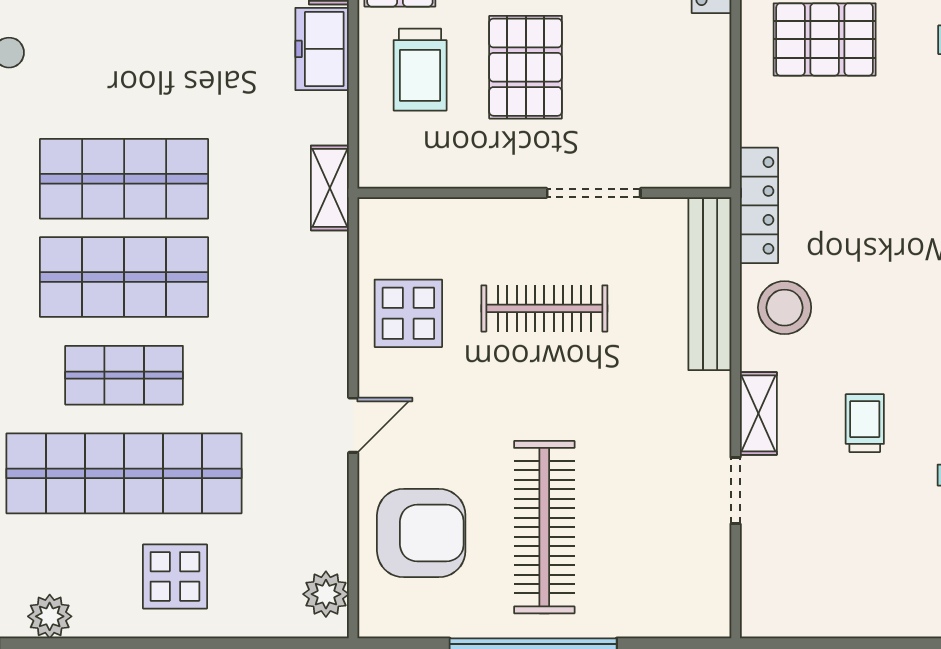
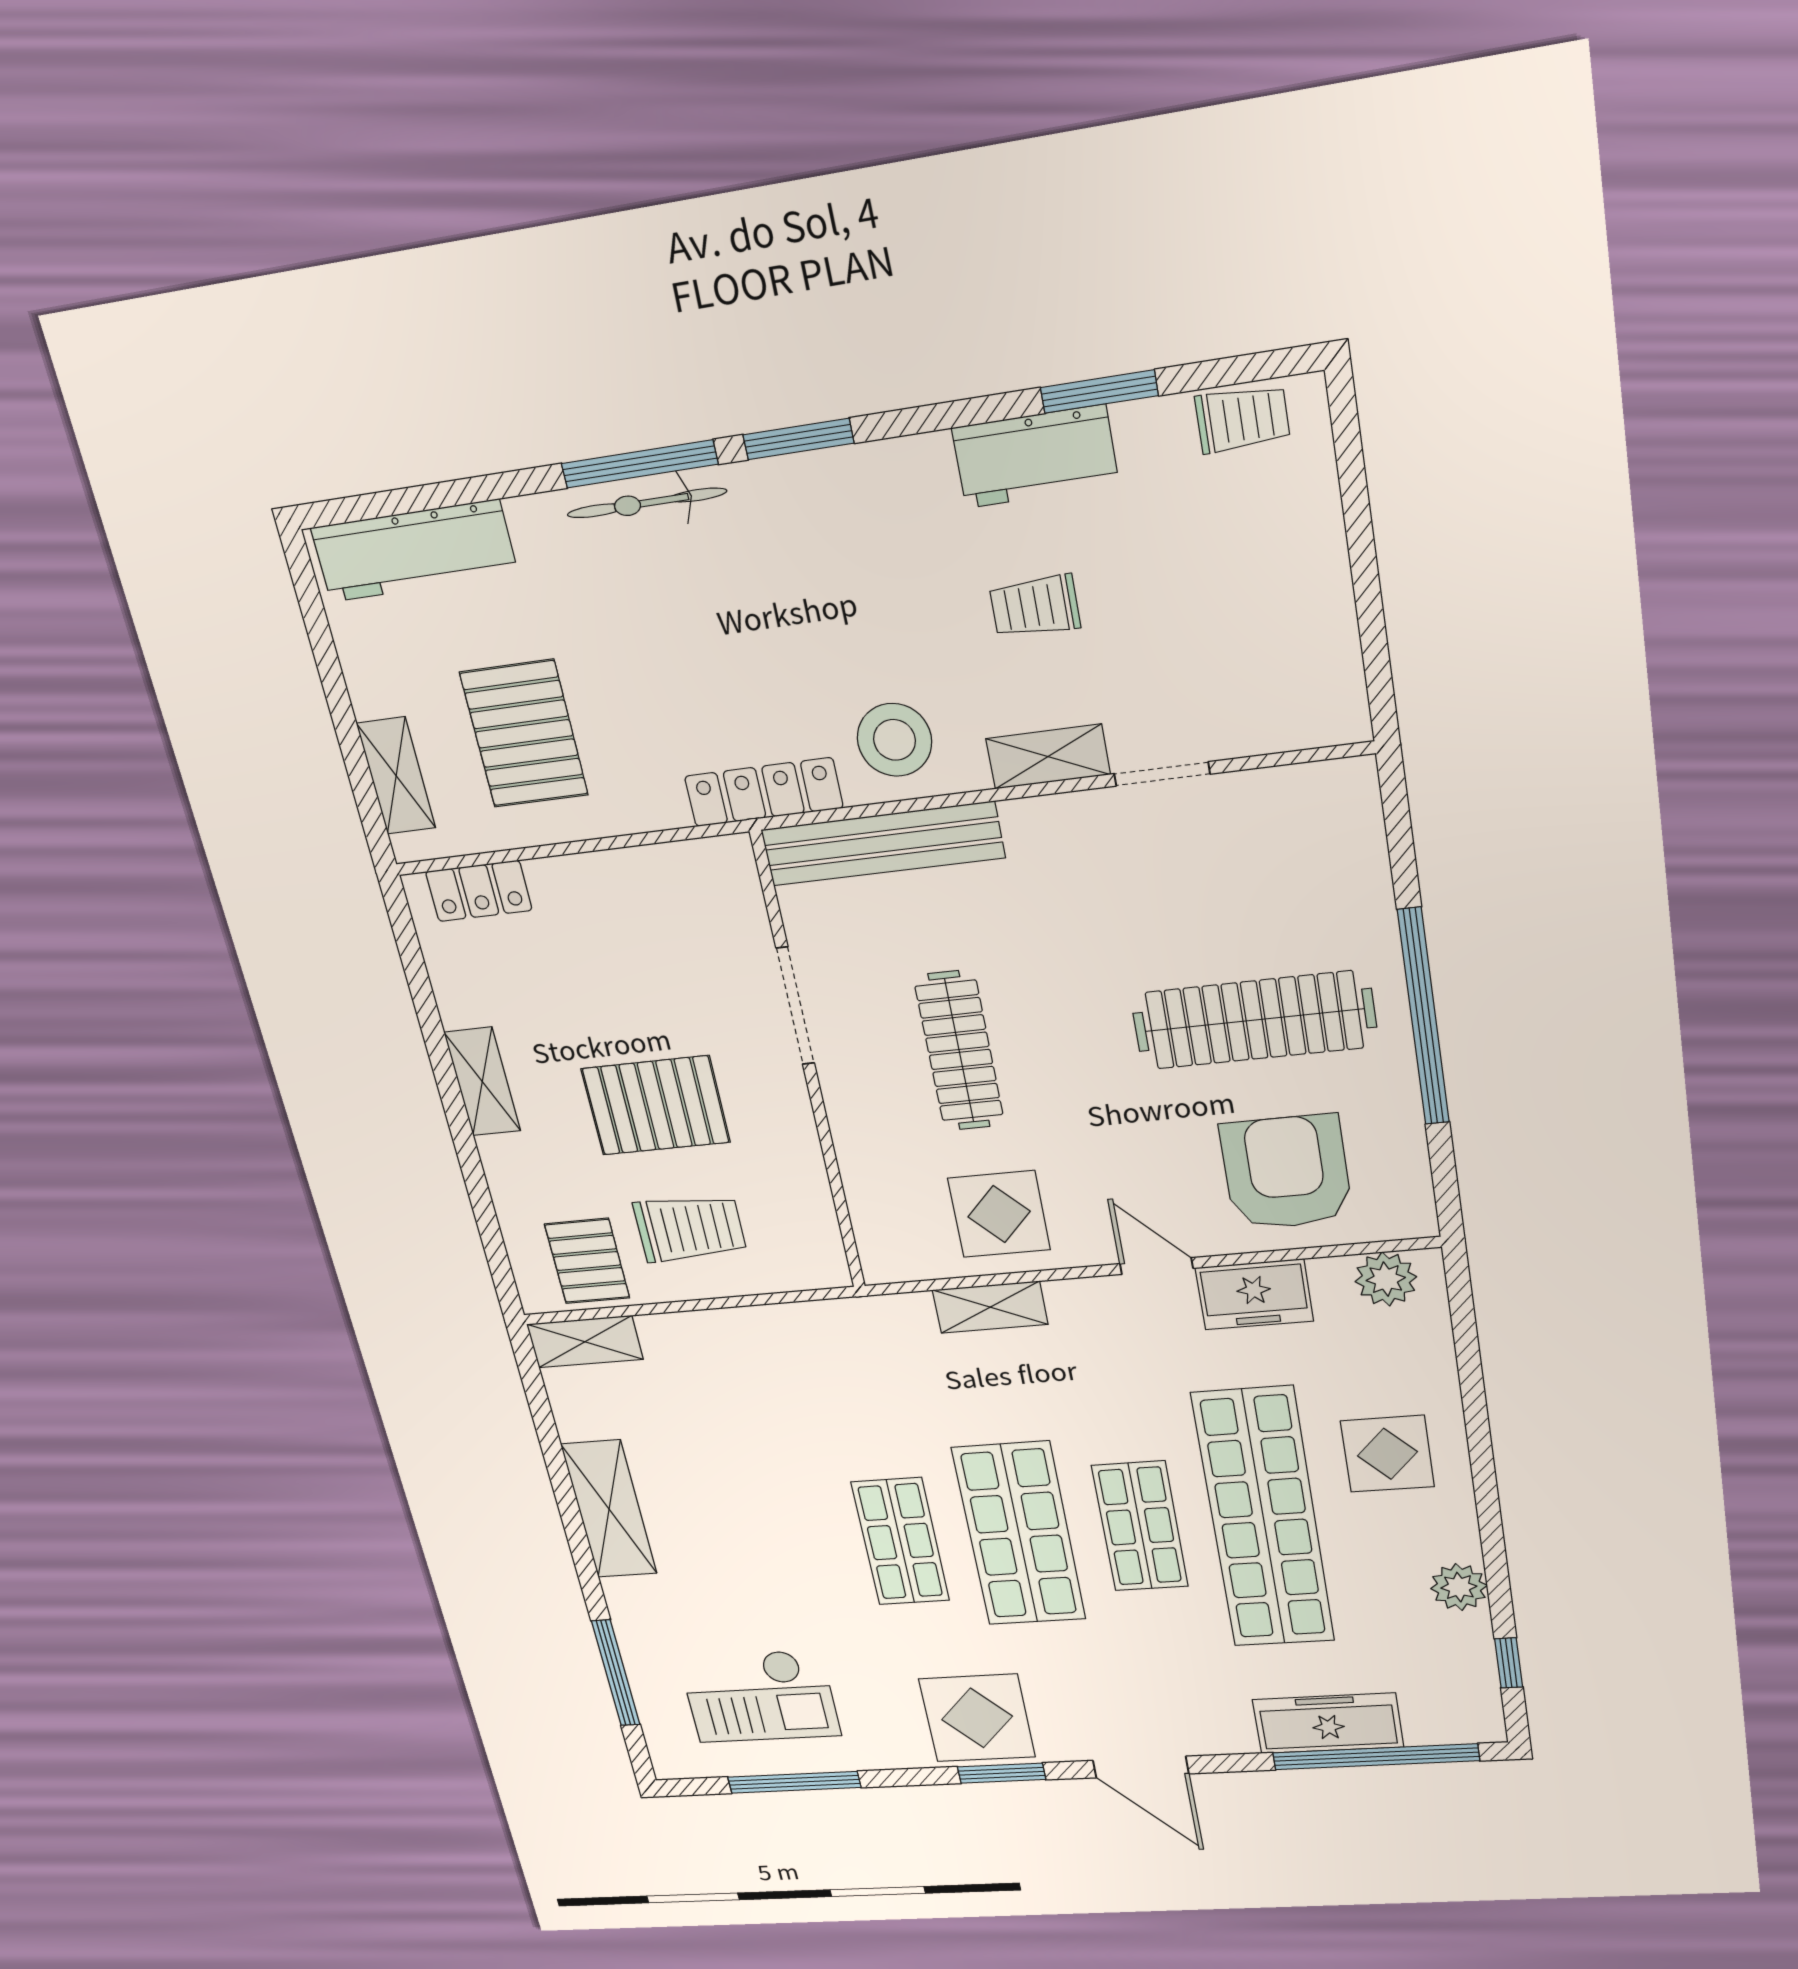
freezer: (322, 49) -> (1254, 1294), moved
shop shelf: (124, 179) -> (900, 1542), width x0.70, depth x0.74
shelving: (330, 188) -> (990, 1307), moved

